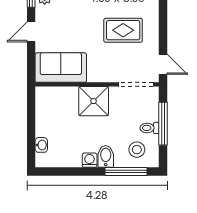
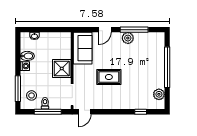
rug: (123, 30) -> (109, 77), moved, turned 90
door: (31, 32) -> (105, 30), swing flipped
bidet: (106, 156) -> (27, 56), moved

